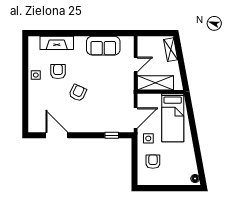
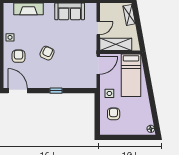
armchair: (58, 72) -> (18, 56), moved
door: (136, 118) -> (98, 65), moved
door: (57, 135) -> (18, 91), moved
window: (112, 135) -> (56, 91), moved

